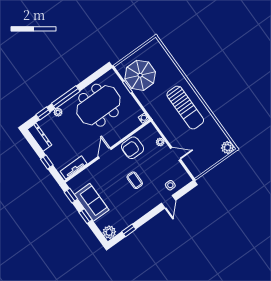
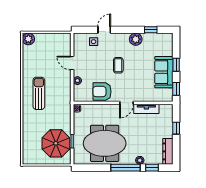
sun lounger: (185, 108) -> (39, 93), width x0.73, depth x0.75
armchair: (133, 148) -> (102, 92), turned 180
tv unit: (74, 167) -> (146, 109), moved
plant: (109, 232) -> (136, 39), moved

